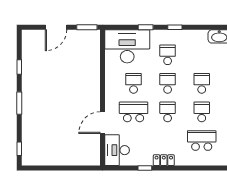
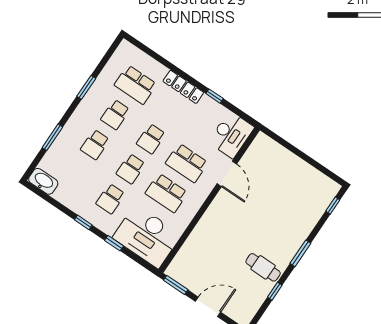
cafe table: (37, 77) -> (263, 267), added
school desk: (134, 83) -> (166, 193), width x1.85
door: (103, 123) -> (227, 174), hinge flipped
locker: (164, 160) -> (183, 87), width x1.53

